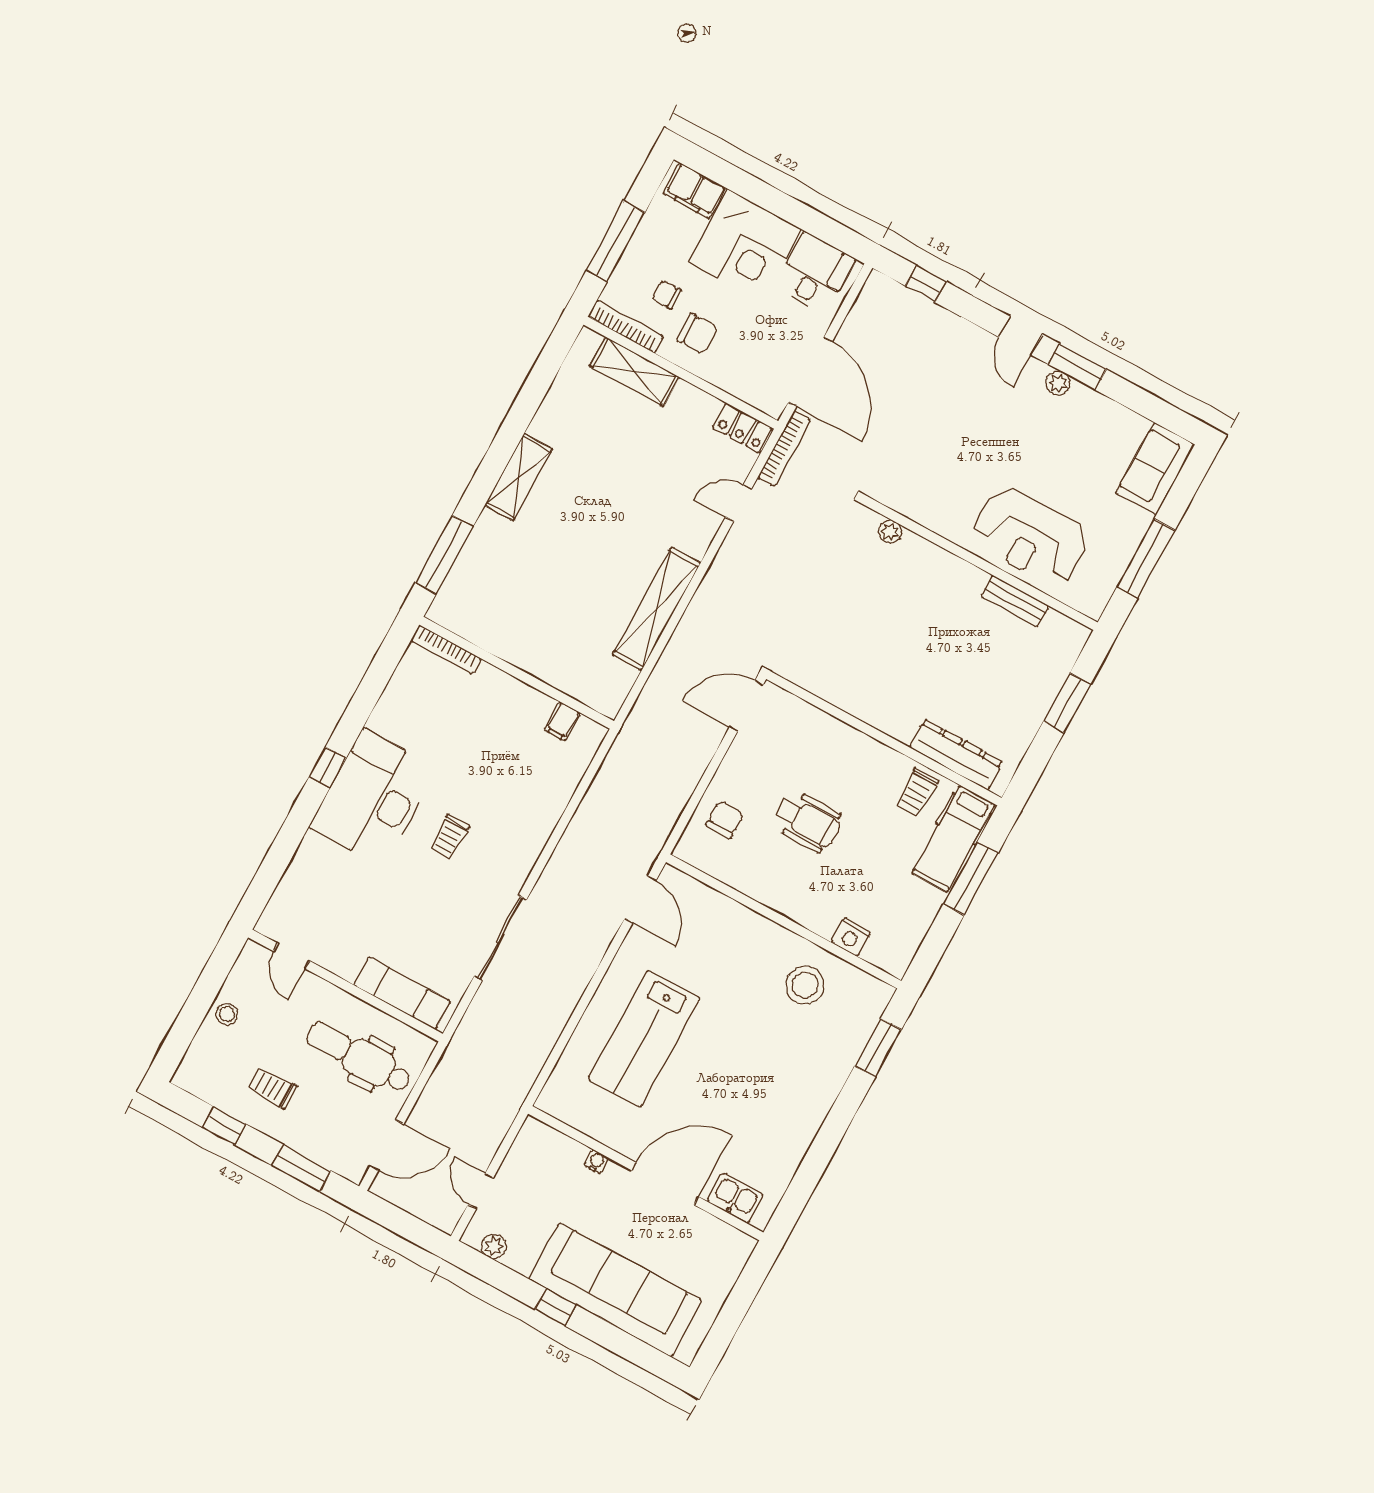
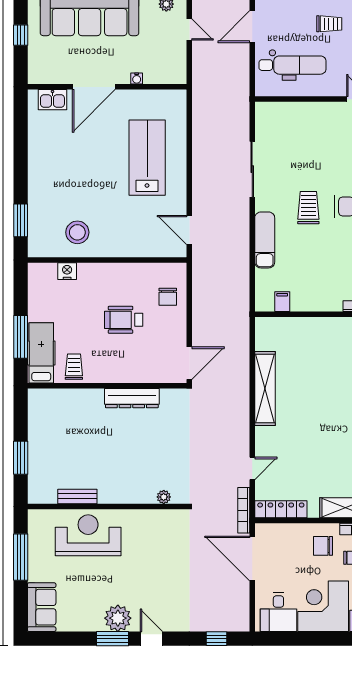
plant: (1058, 383) -> (118, 618), width x1.88, depth x1.88
locker: (743, 428) -> (281, 509), width x1.53
dresser: (956, 755) -> (132, 398), moved
trolley: (449, 837) -> (308, 208), width x1.36, depth x1.39
exam couch: (402, 993) -> (265, 240), moved, turned -90
window: (731, 1317) -> (21, 35), added

